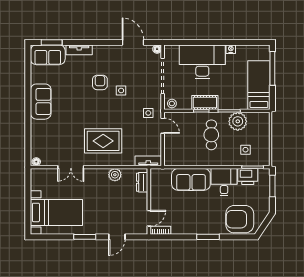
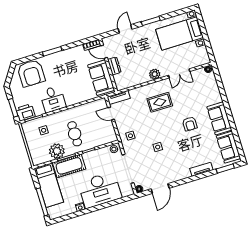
door: (133, 42) -> (160, 188), hinge flipped
sofa: (48, 55) -> (228, 147), moved, turned -90
armchair: (100, 82) -> (190, 124), moved
cot: (205, 103) -> (69, 166), moved, width x1.37, depth x1.34
door: (163, 126) -> (111, 114), moved
rug: (103, 141) -> (160, 102), width x0.73, depth x0.70
double door: (71, 167) -> (179, 73), swing flipped
plant: (115, 175) -> (155, 74), moved
printer: (248, 176) -> (25, 112), moved
sofa: (191, 179) -> (101, 78), moved, turned -90
dresser: (142, 182) -> (114, 66), moved
door: (149, 218) -> (104, 52), hinge flipped
armchair: (240, 219) -> (31, 73), turned 90

